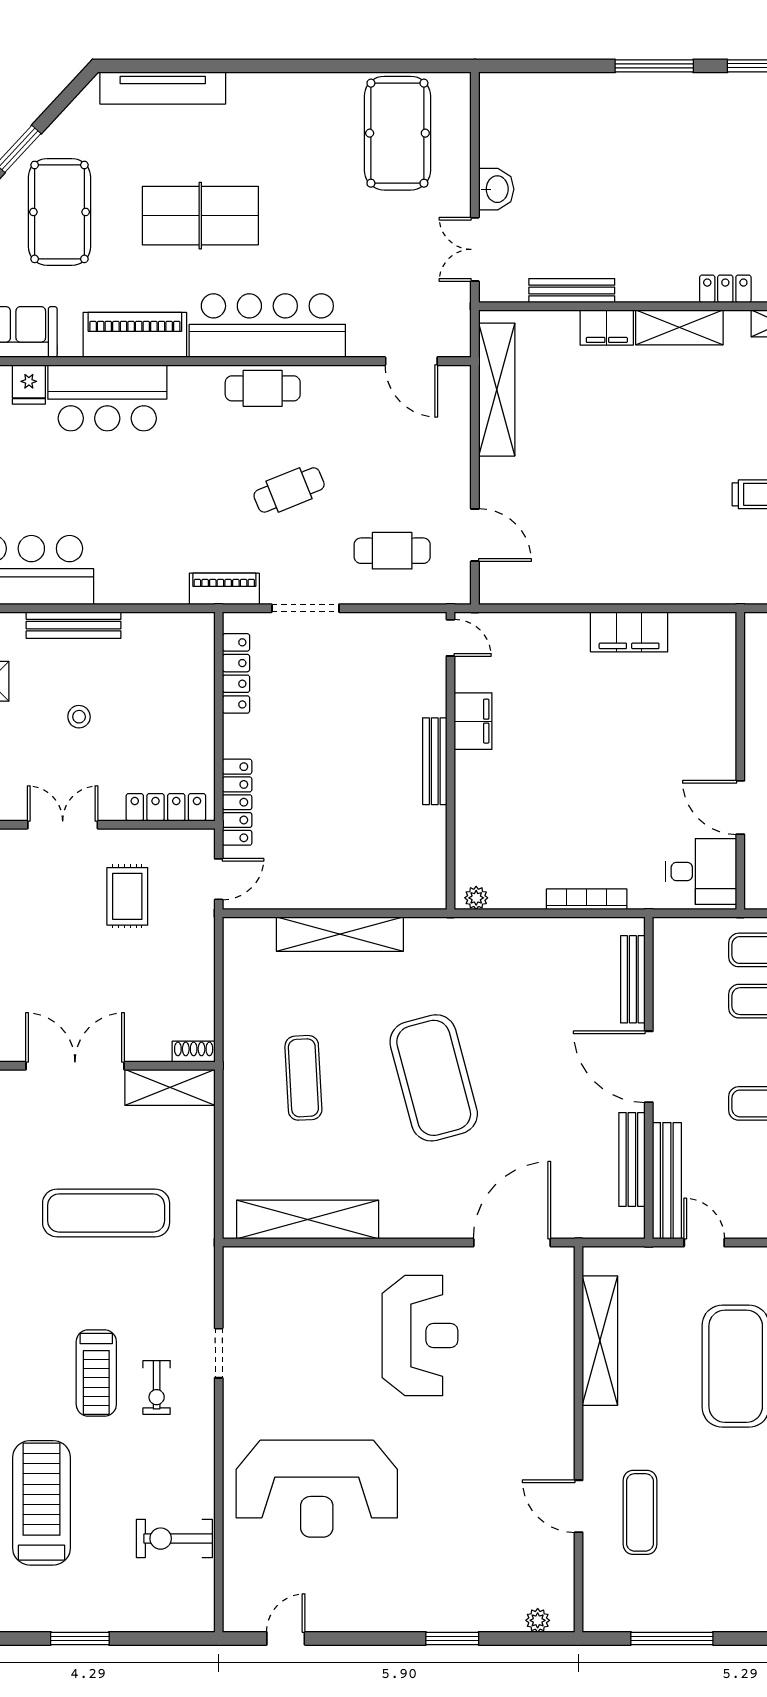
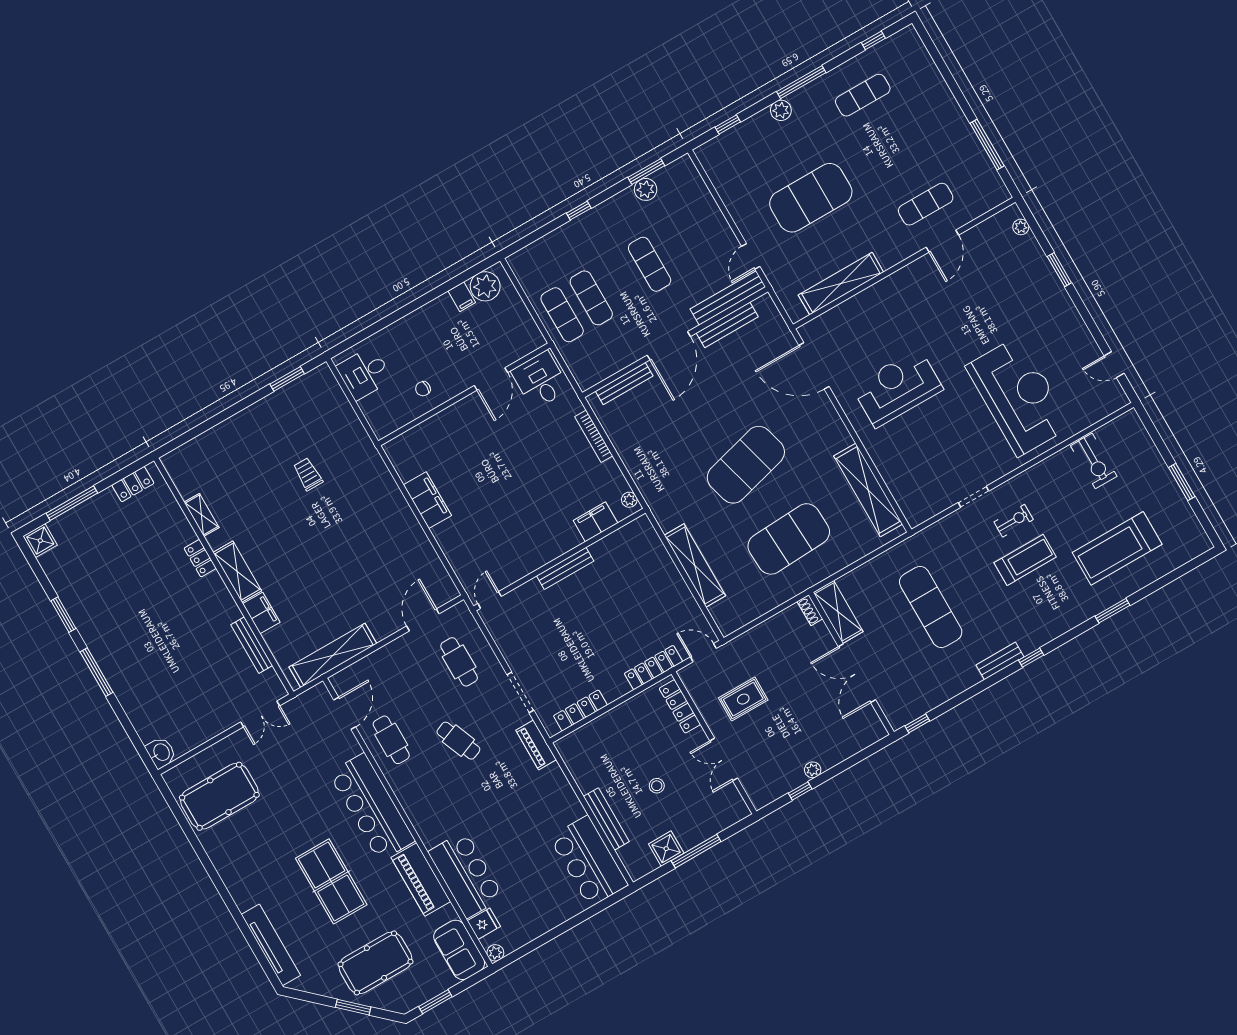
washbasin: (496, 189) -> (161, 752), moved, turned 90
cafe table: (263, 388) -> (391, 740), moved
filing cabinet: (473, 721) -> (595, 522), moved
exercise mat: (303, 1078) -> (789, 539), width x2.00, depth x1.45

